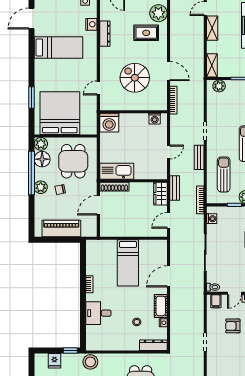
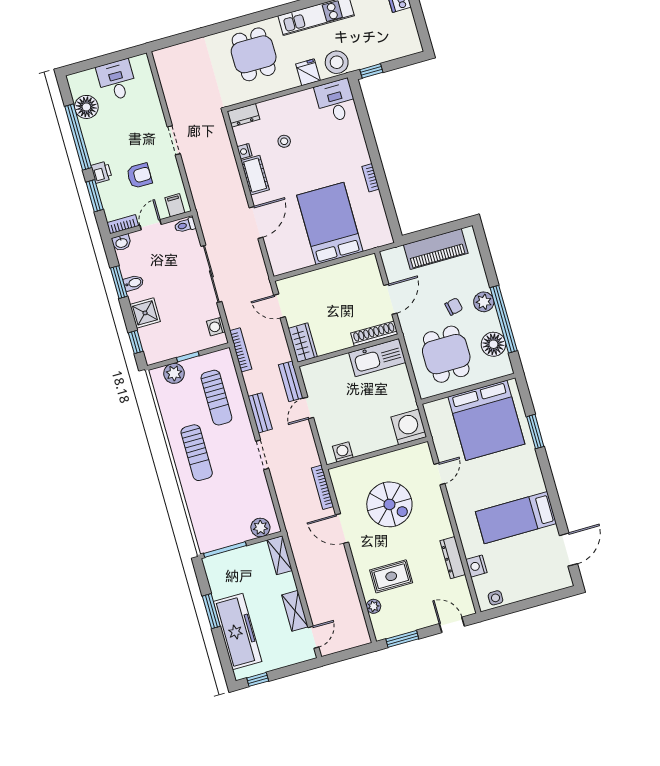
plant: (158, 13) -> (373, 606), width x0.53, depth x0.53
plant: (41, 144) -> (502, 367), removed
bench: (175, 188) -> (291, 381), moved
door: (168, 220) -> (279, 306), swing flipped
bed: (128, 263) -> (330, 223), width x1.50
desk: (98, 313) -> (336, 101), moved, turned -90
dresser: (153, 345) -> (243, 115), width x0.70
fridge: (54, 361) -> (308, 72), moved

